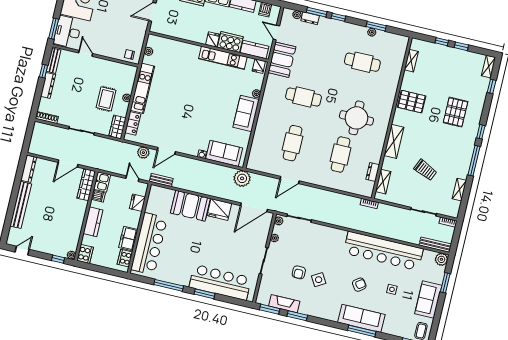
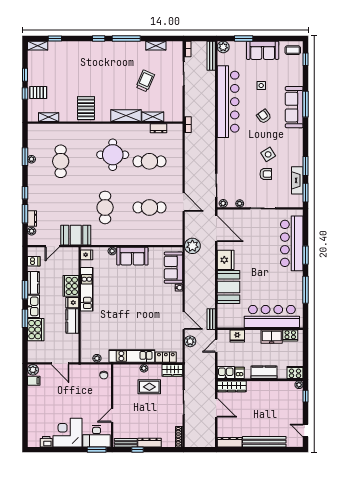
kitchen counter: (254, 49) -> (72, 321), moved
pallet: (456, 112) -> (38, 93), moved, width x0.67, depth x0.71
shelving: (383, 182) -> (153, 117), moved

